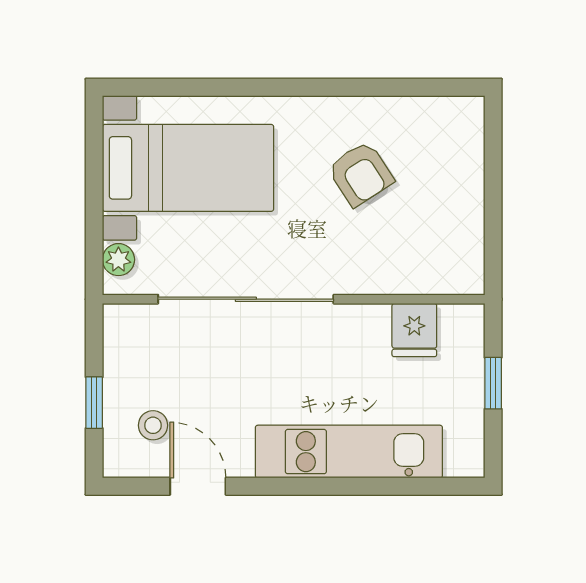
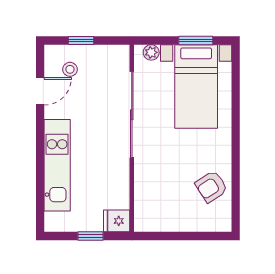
window: (94, 169) -> (196, 40), added
armchair: (361, 174) -> (211, 187), moved
fridge: (414, 330) -> (117, 221), moved

